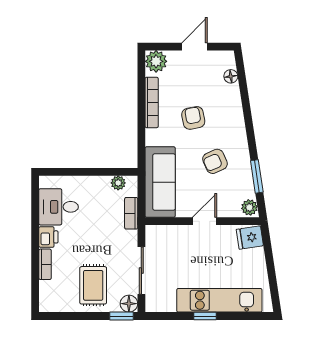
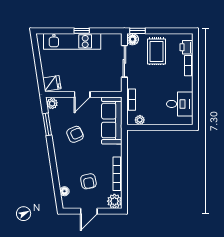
armchair: (193, 118) -> (88, 181), moved
printer: (48, 237) -> (186, 47), moved

